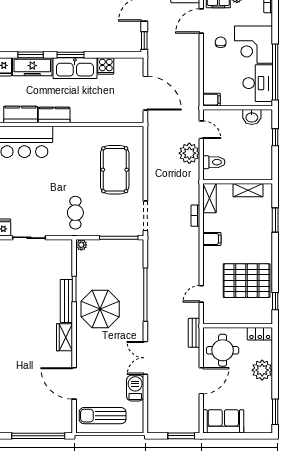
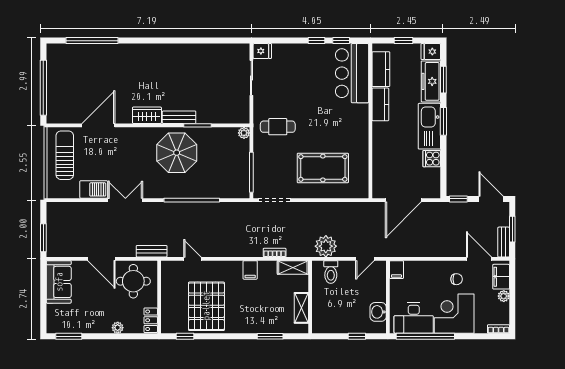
plant: (189, 153) -> (326, 246), moved
bench: (66, 301) -> (179, 117), width x0.73
plant: (262, 370) -> (118, 328), width x0.53, depth x0.53

